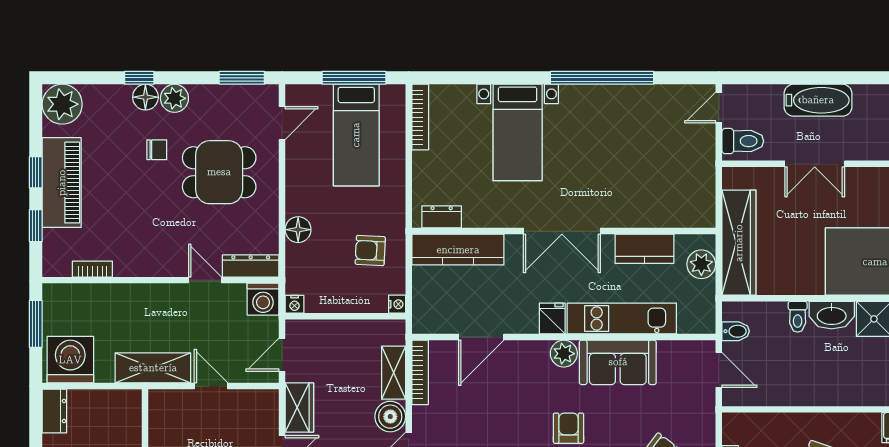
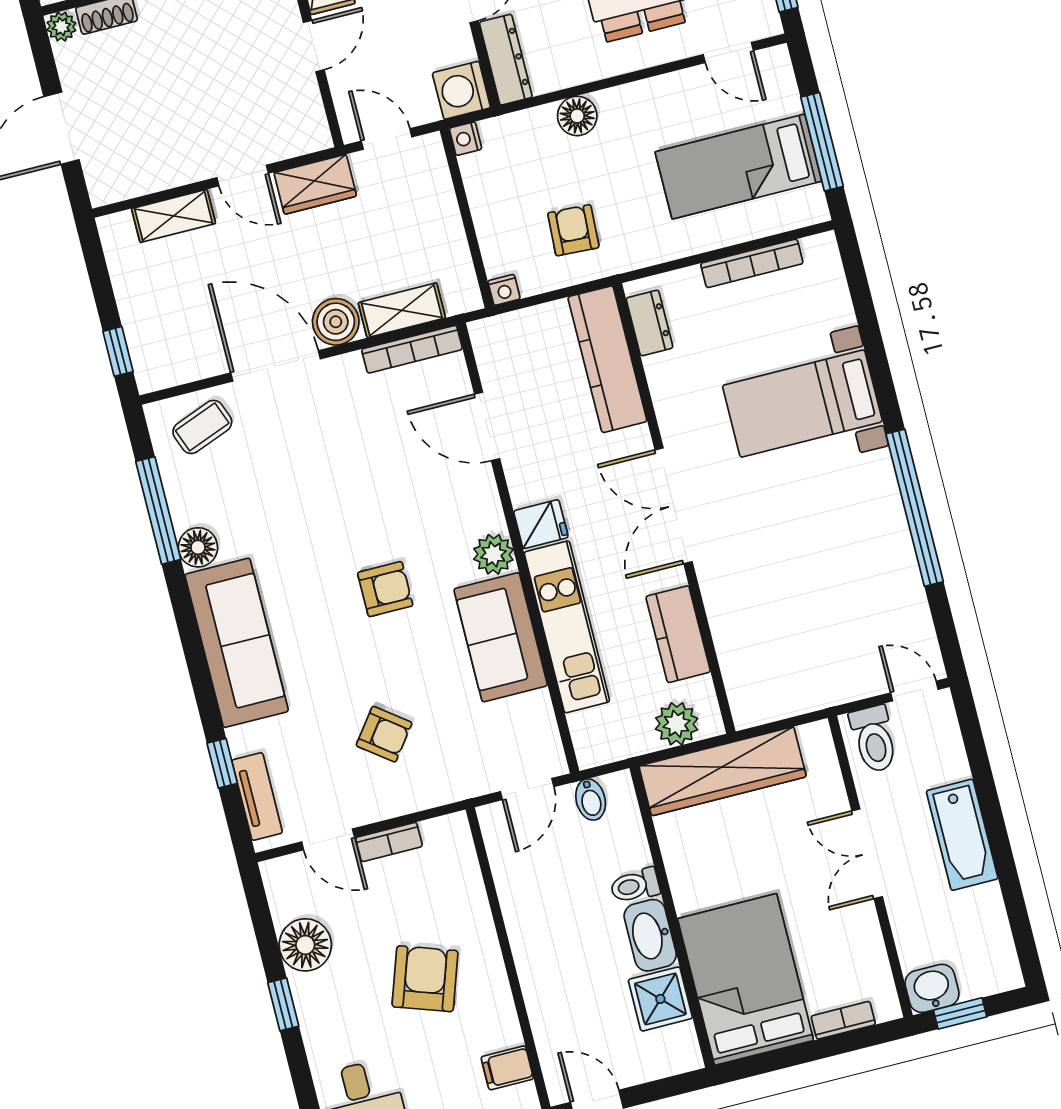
bookcase: (420, 117) -> (752, 263), moved

